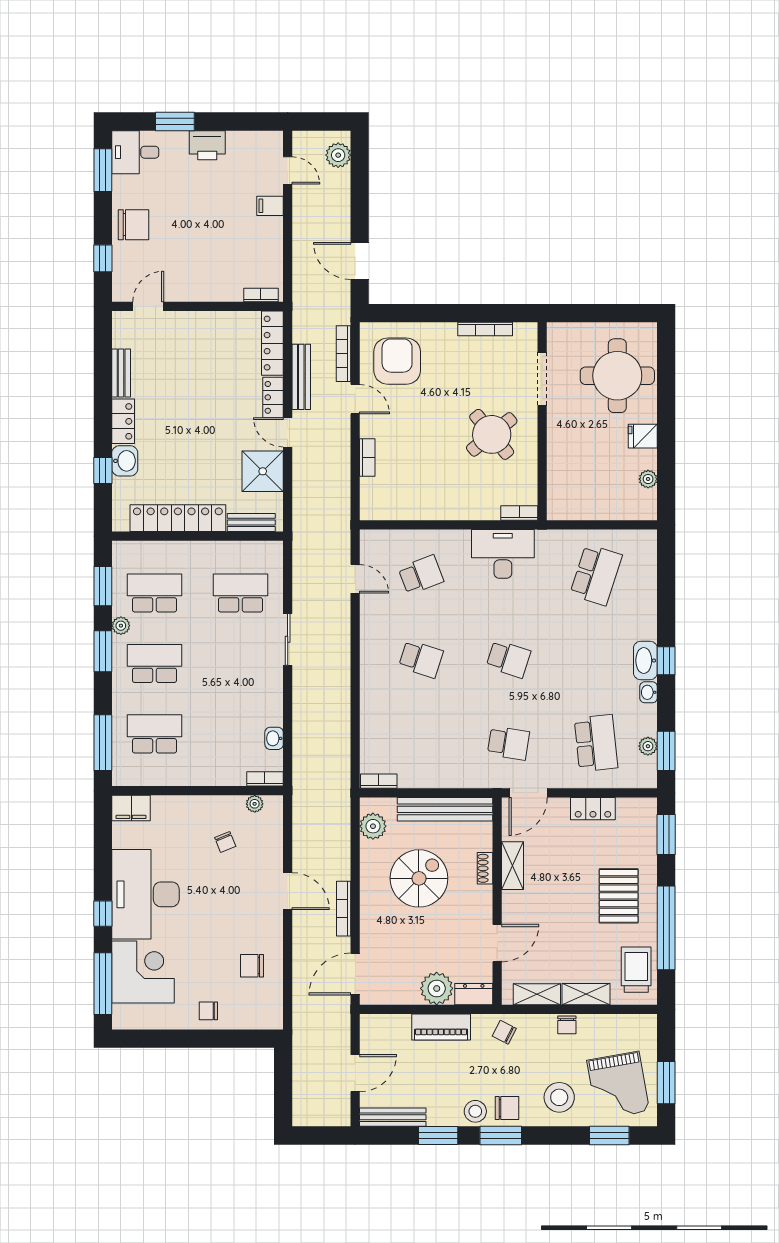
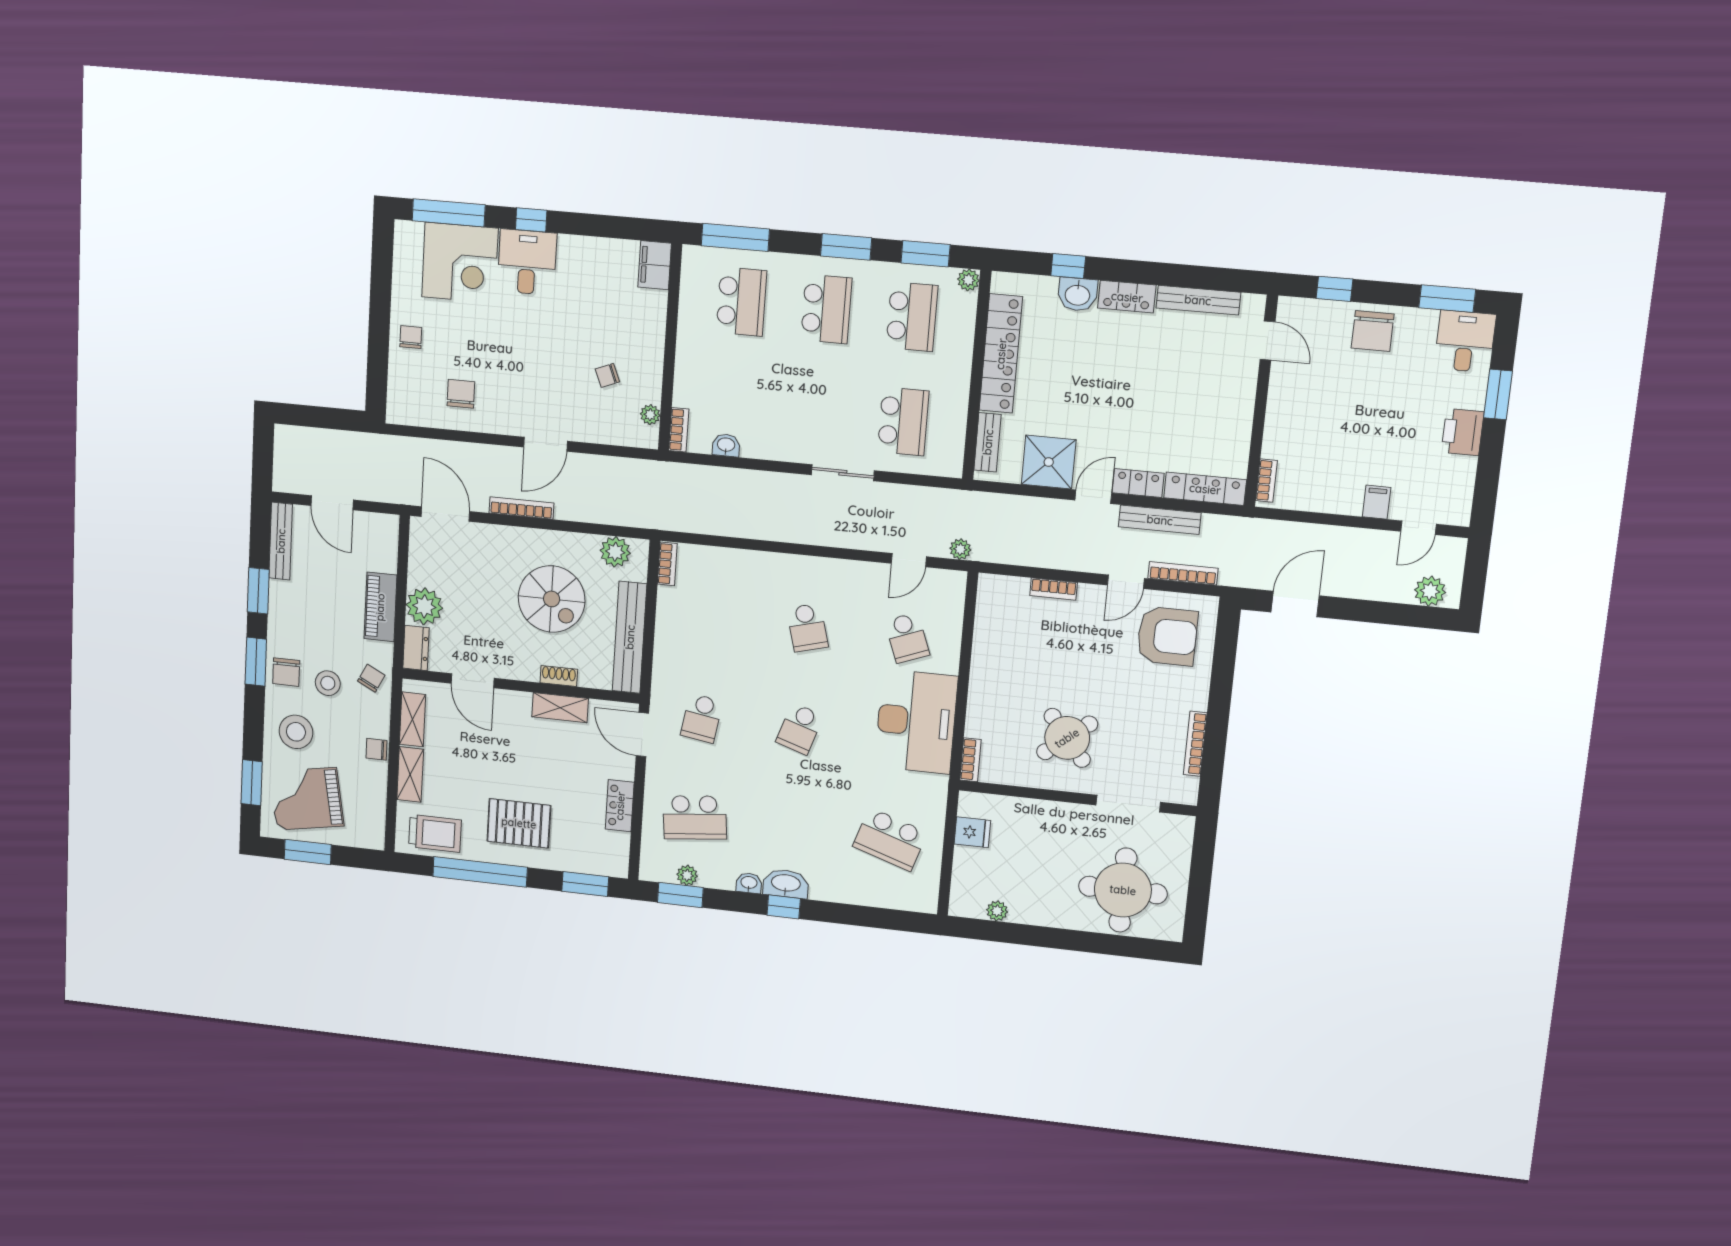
bench: (121, 373) -> (1198, 300), width x1.36
fridge: (643, 436) -> (972, 832), moved, turned 90
plant: (342, 537) -> (960, 549), added
desk: (503, 554) -> (916, 722), width x1.36, depth x1.30
plant: (121, 626) -> (968, 280), moved
school desk: (421, 659) -> (807, 628), turned -33
desk: (145, 894) -> (527, 262), width x0.53, depth x0.77
stool: (475, 1111) -> (328, 683), moved

